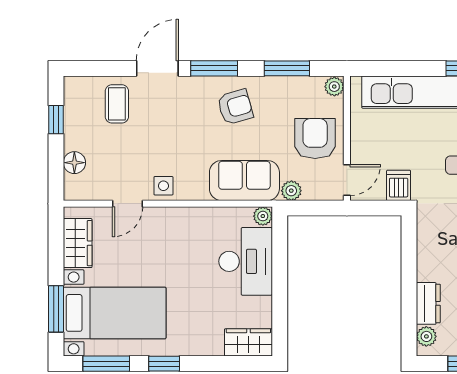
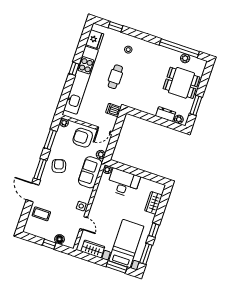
window: (56, 120) -> (49, 244), moved
door: (347, 180) -> (104, 130), swing flipped
wardrobe: (248, 342) -> (153, 203), moved

